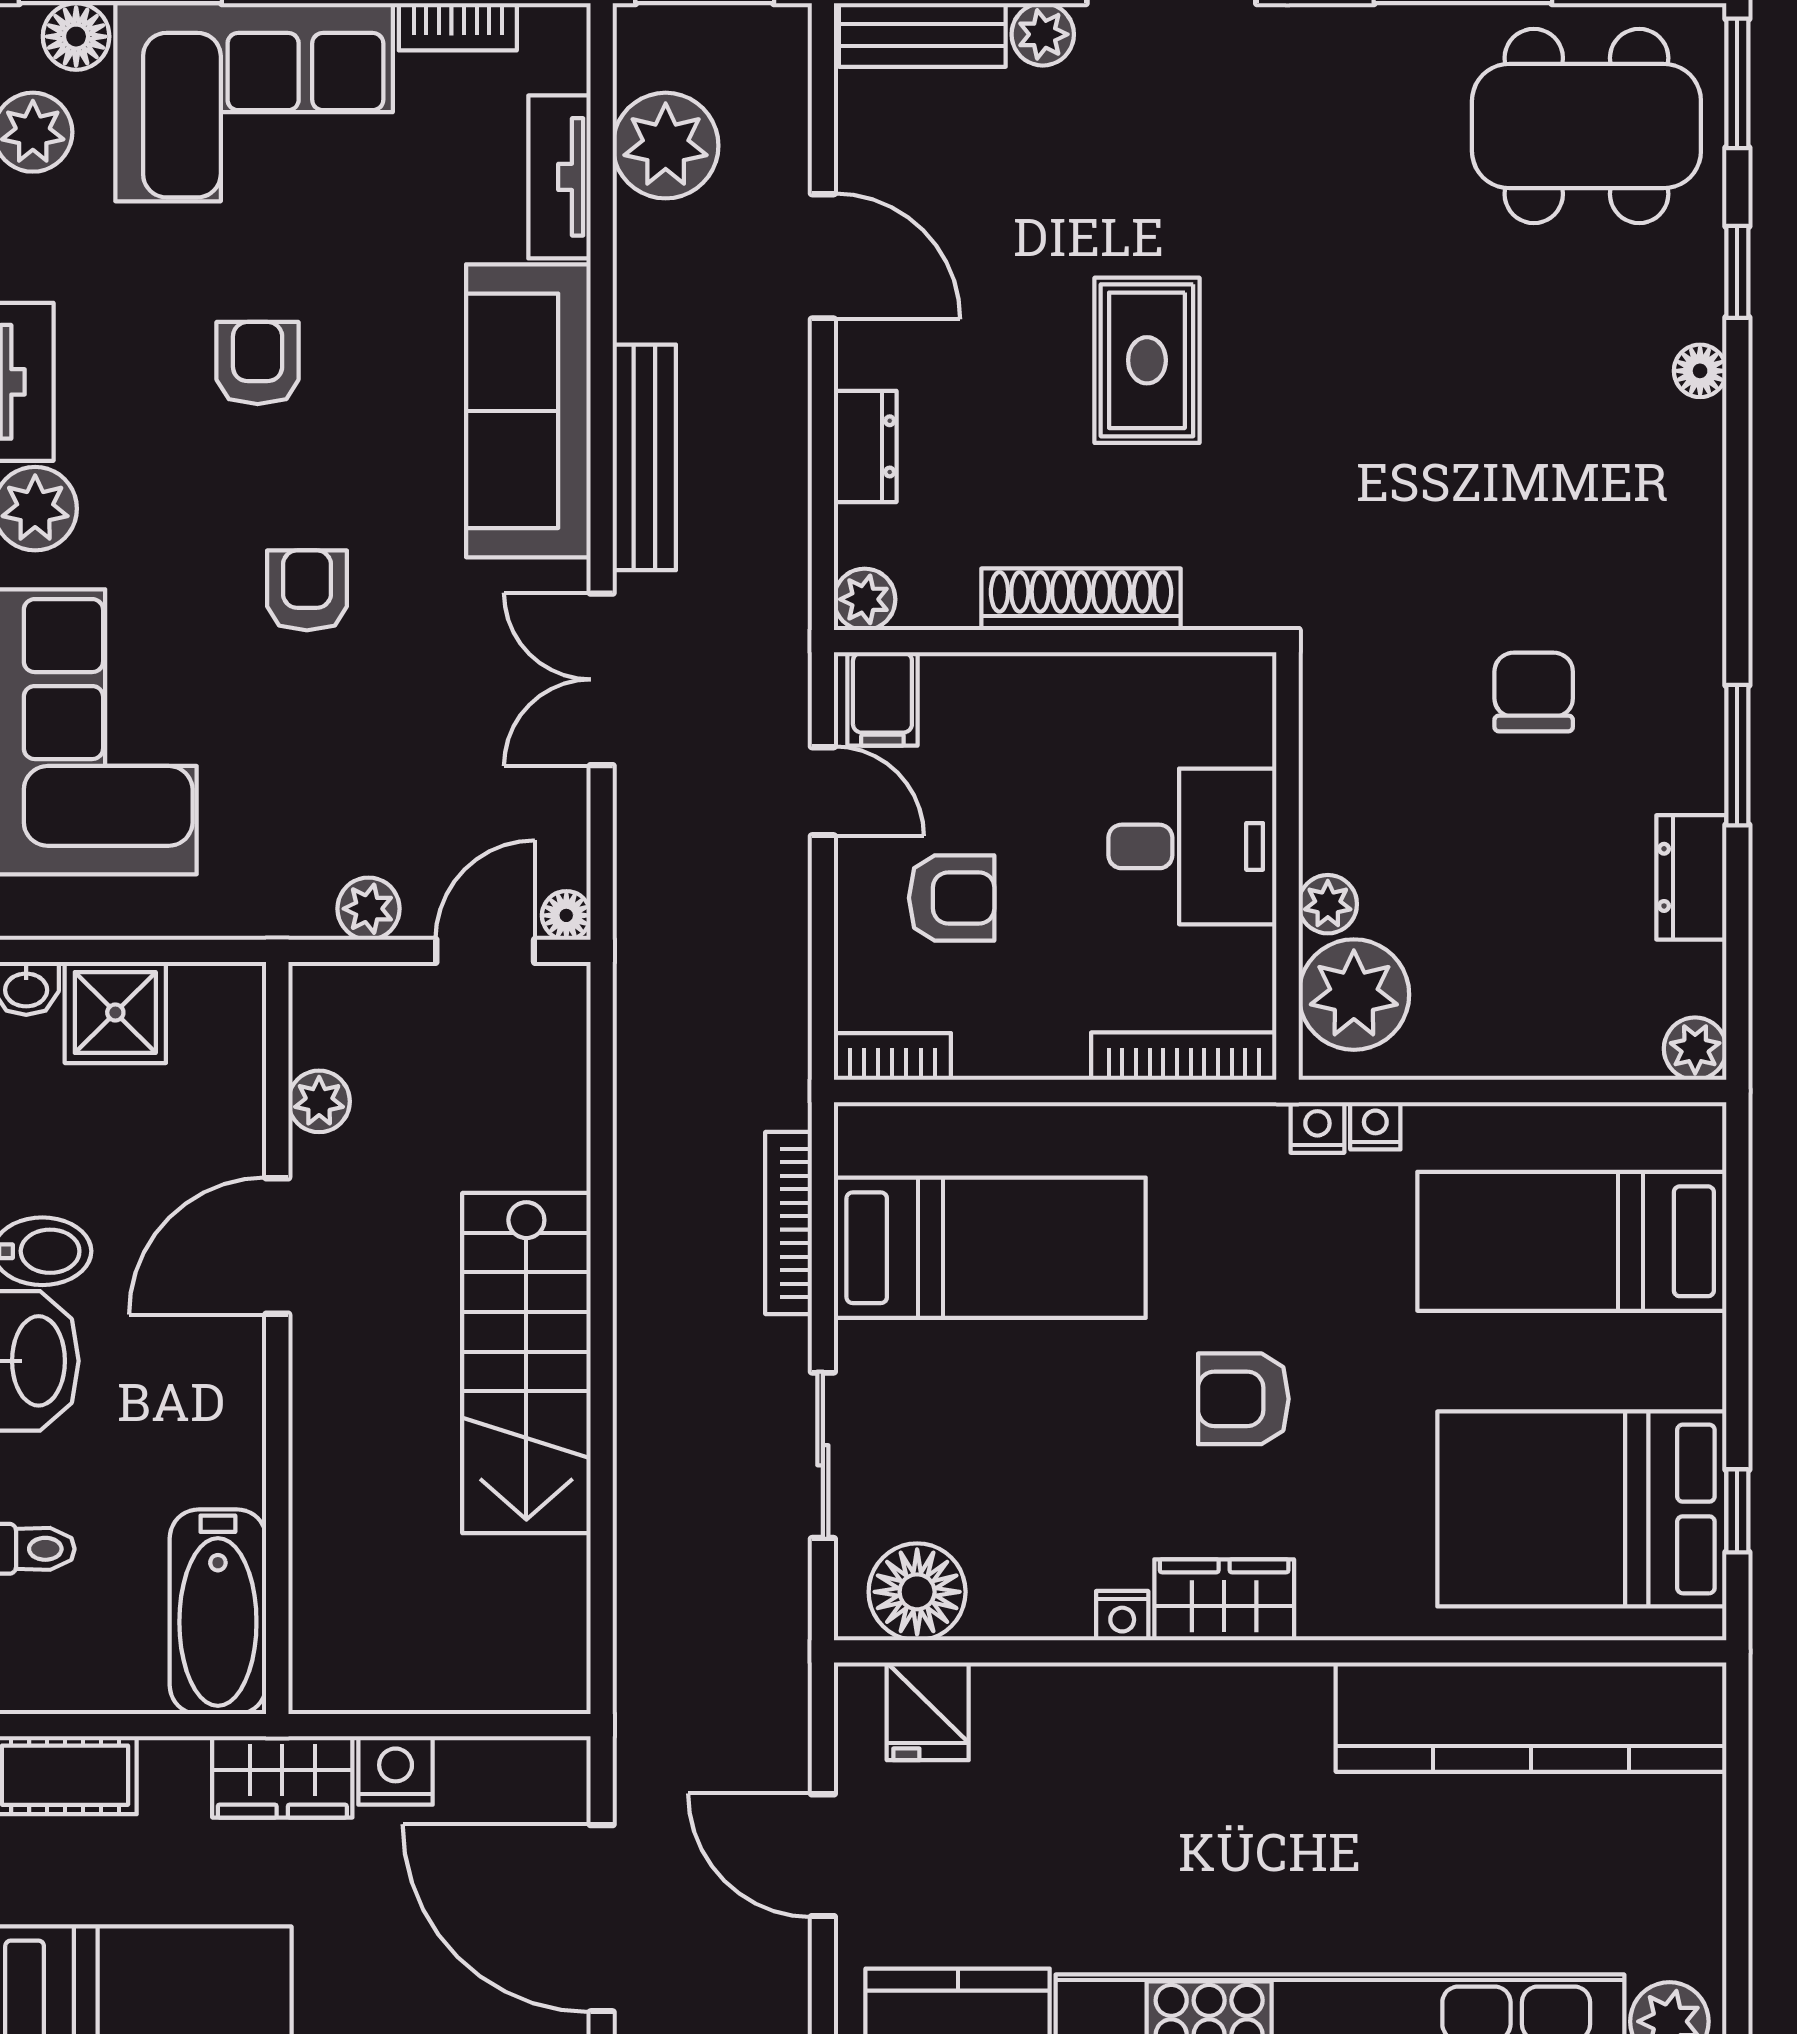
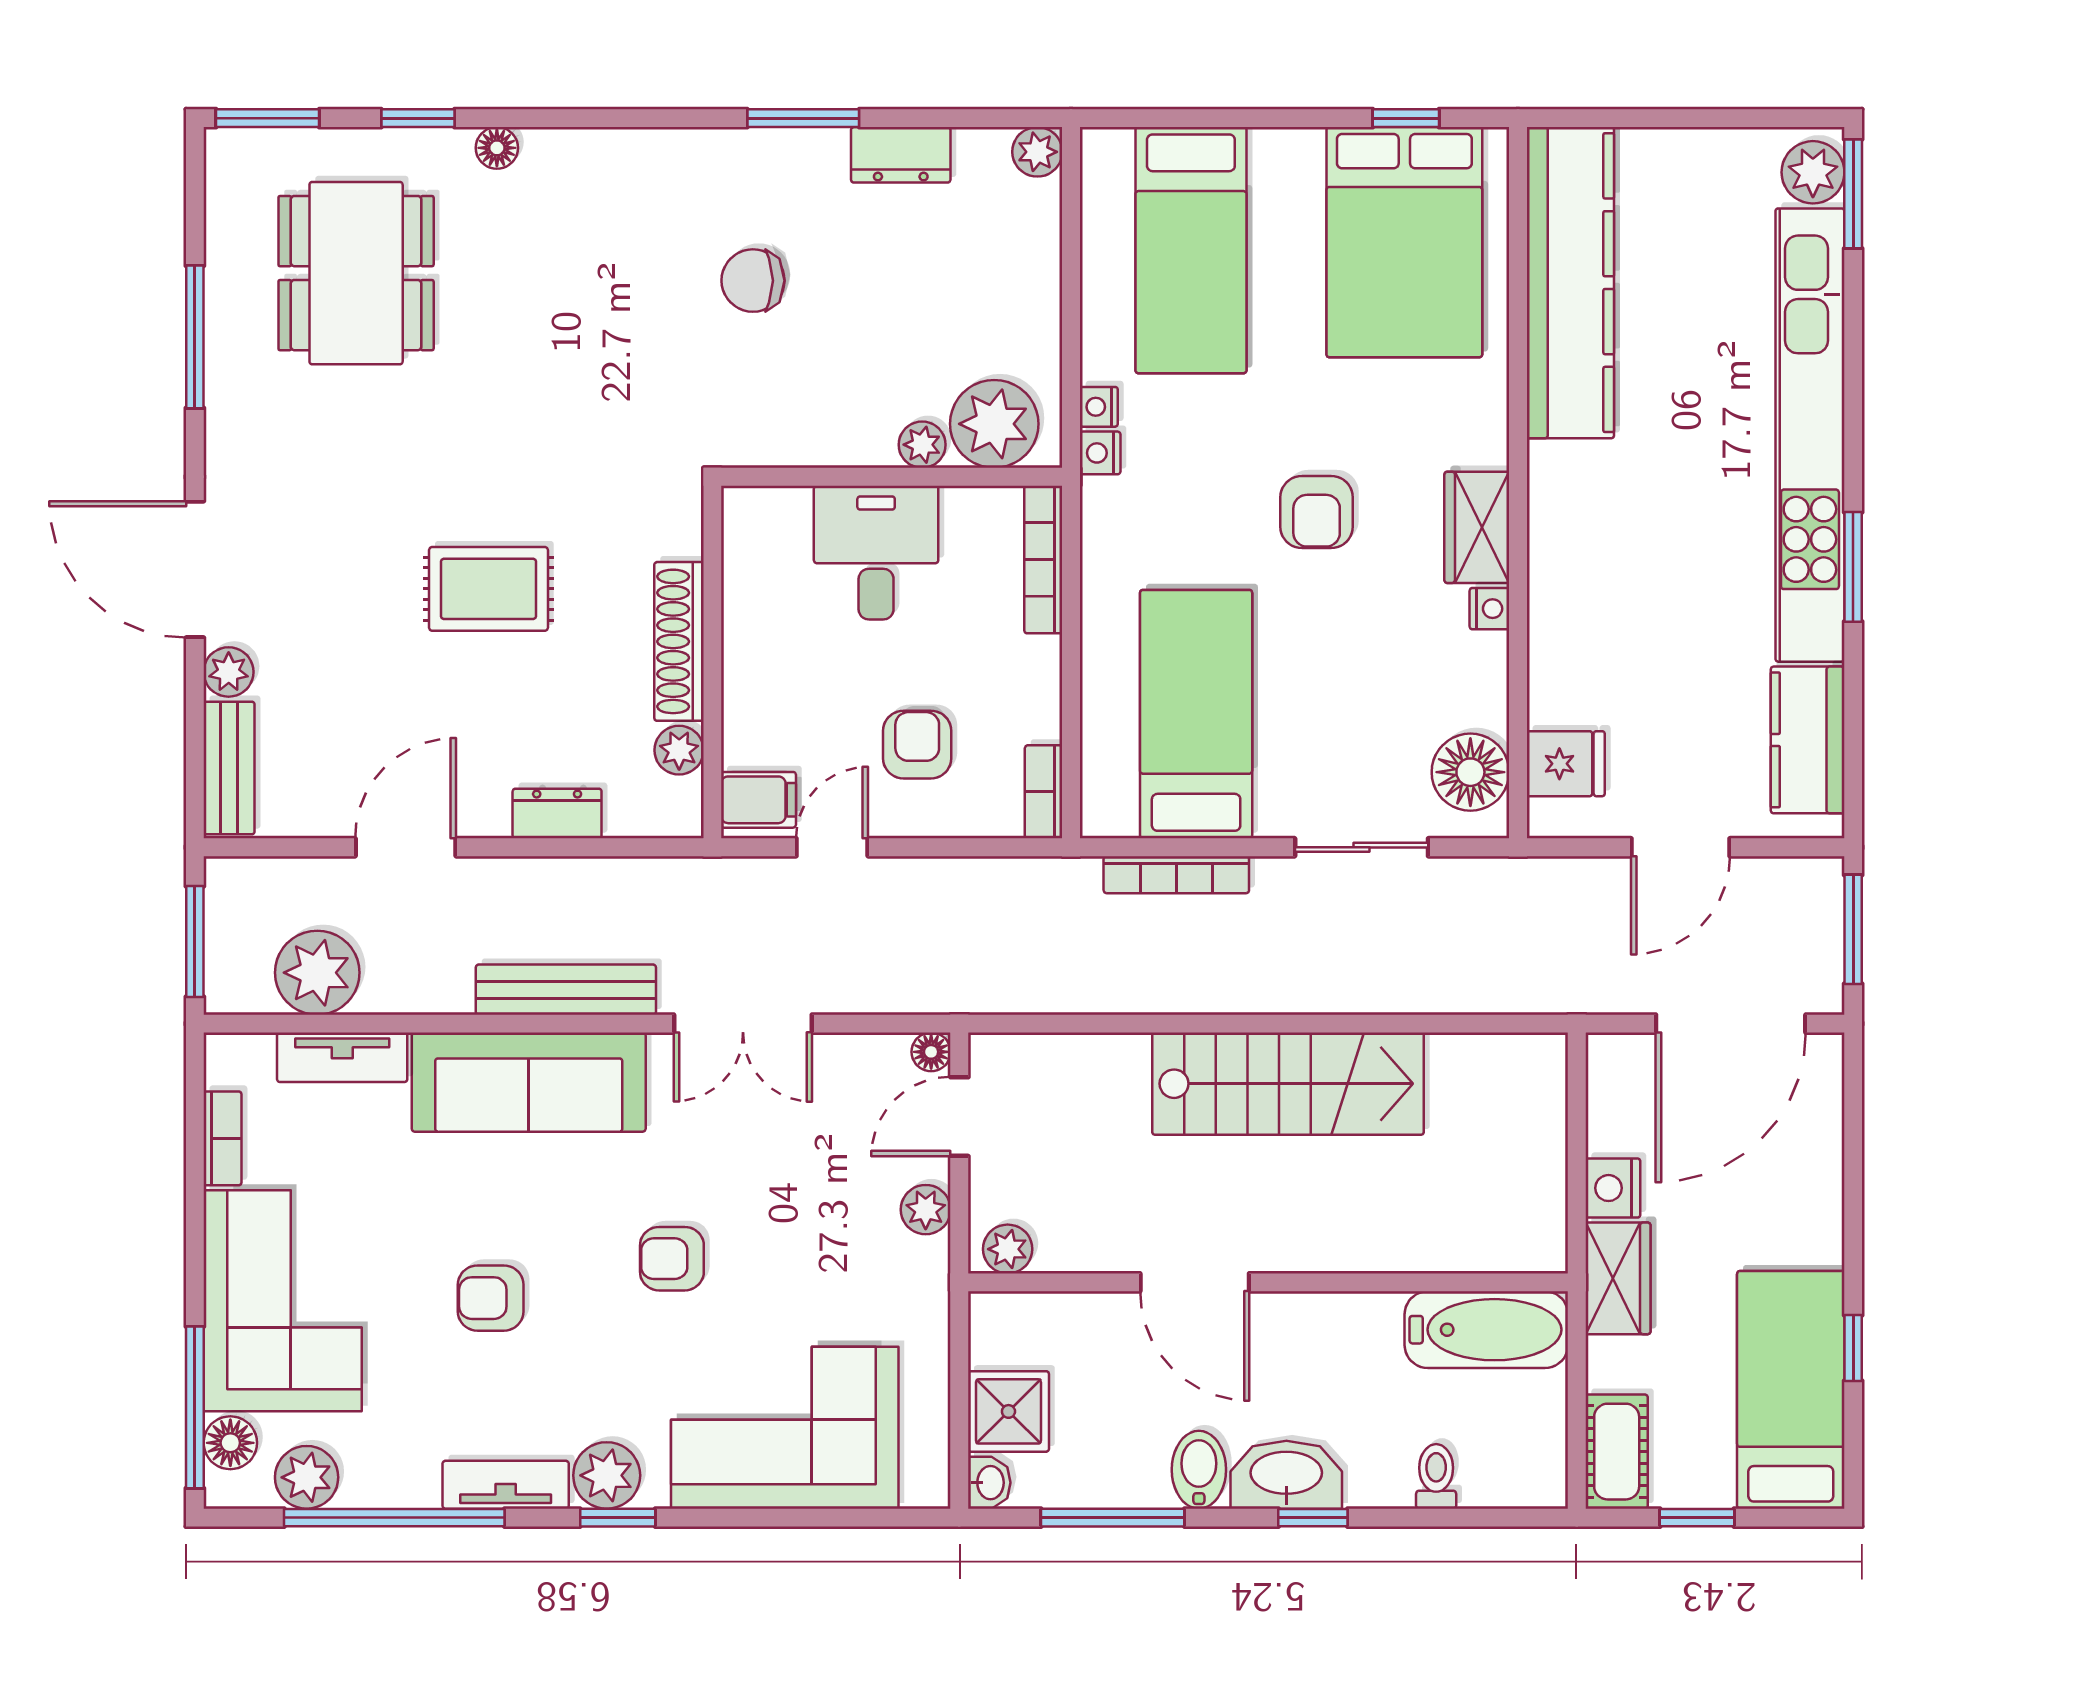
dining table: (1586, 126) -> (356, 273), moved
plant: (865, 599) -> (679, 750), moved
door: (485, 951) -> (959, 1117), hinge flipped
plant: (319, 1101) -> (1008, 1249), moved

